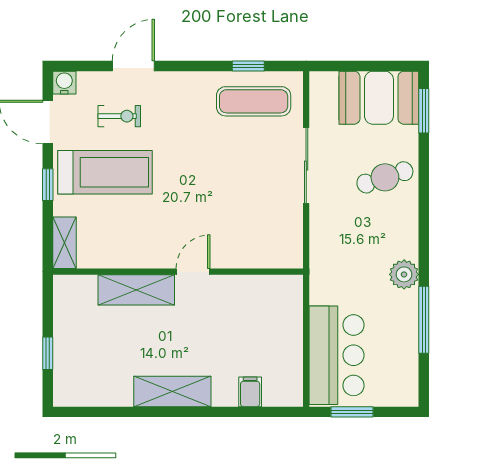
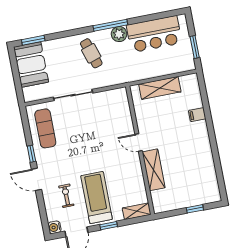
door: (133, 66) -> (36, 179), moved
window: (248, 66) -> (31, 154), moved
cafe table: (385, 177) -> (91, 53), moved
window: (424, 320) -> (110, 25), moved
bar counter: (337, 355) -> (154, 34), moved, turned 180
shelving: (172, 391) -> (160, 88), moved, turned 90
filing cabinet: (250, 392) -> (197, 115), moved

